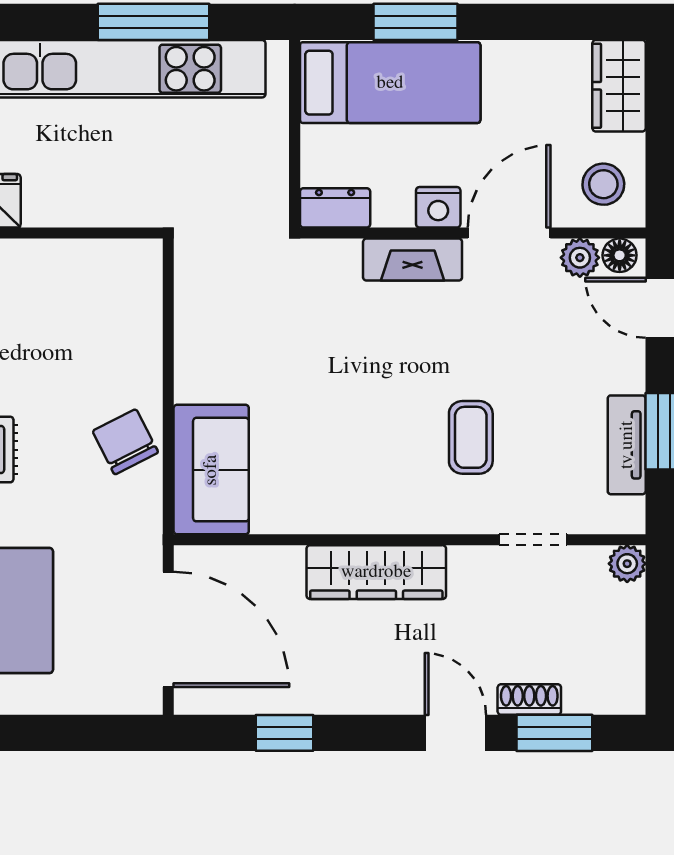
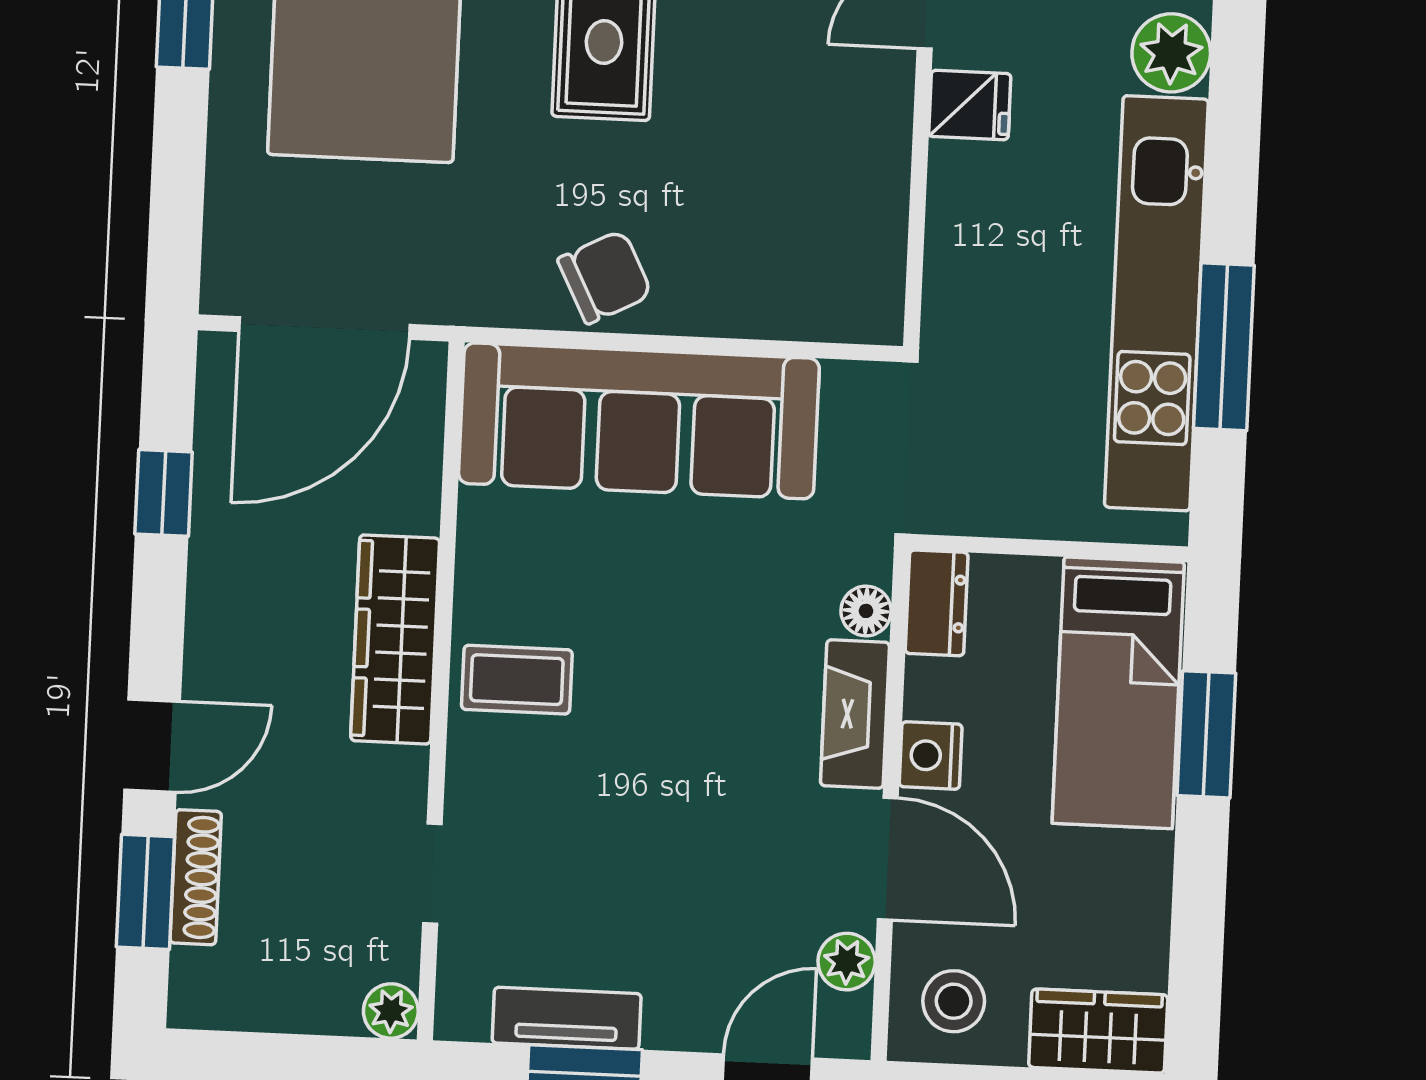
floor lamp: (620, 255) -> (866, 611), moved
coffee table: (471, 437) -> (517, 680), moved
sofa: (211, 470) -> (639, 421), width x1.85, depth x1.27
shoe rack: (529, 700) -> (196, 877), width x1.43

